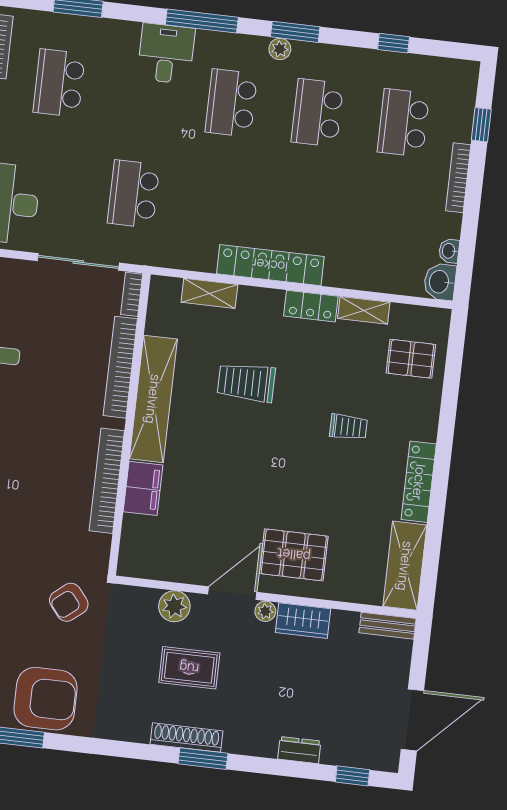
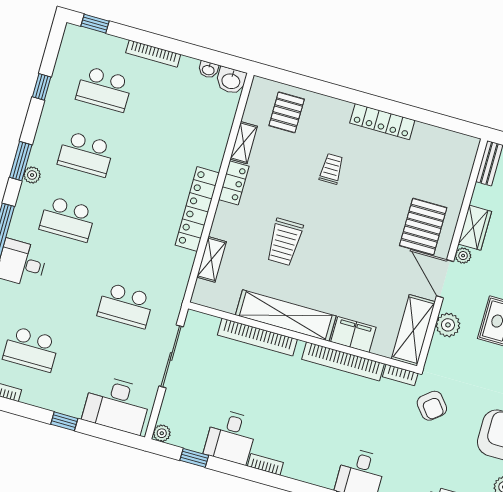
window: (481, 125) -> (95, 24), moved
bookcase: (132, 294) -> (400, 375), moved
shelving: (405, 566) -> (413, 330), moved, turned 90

